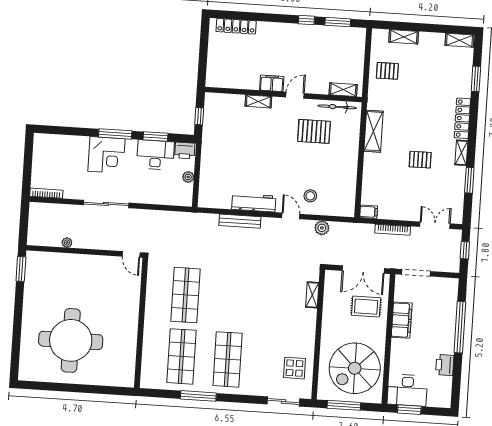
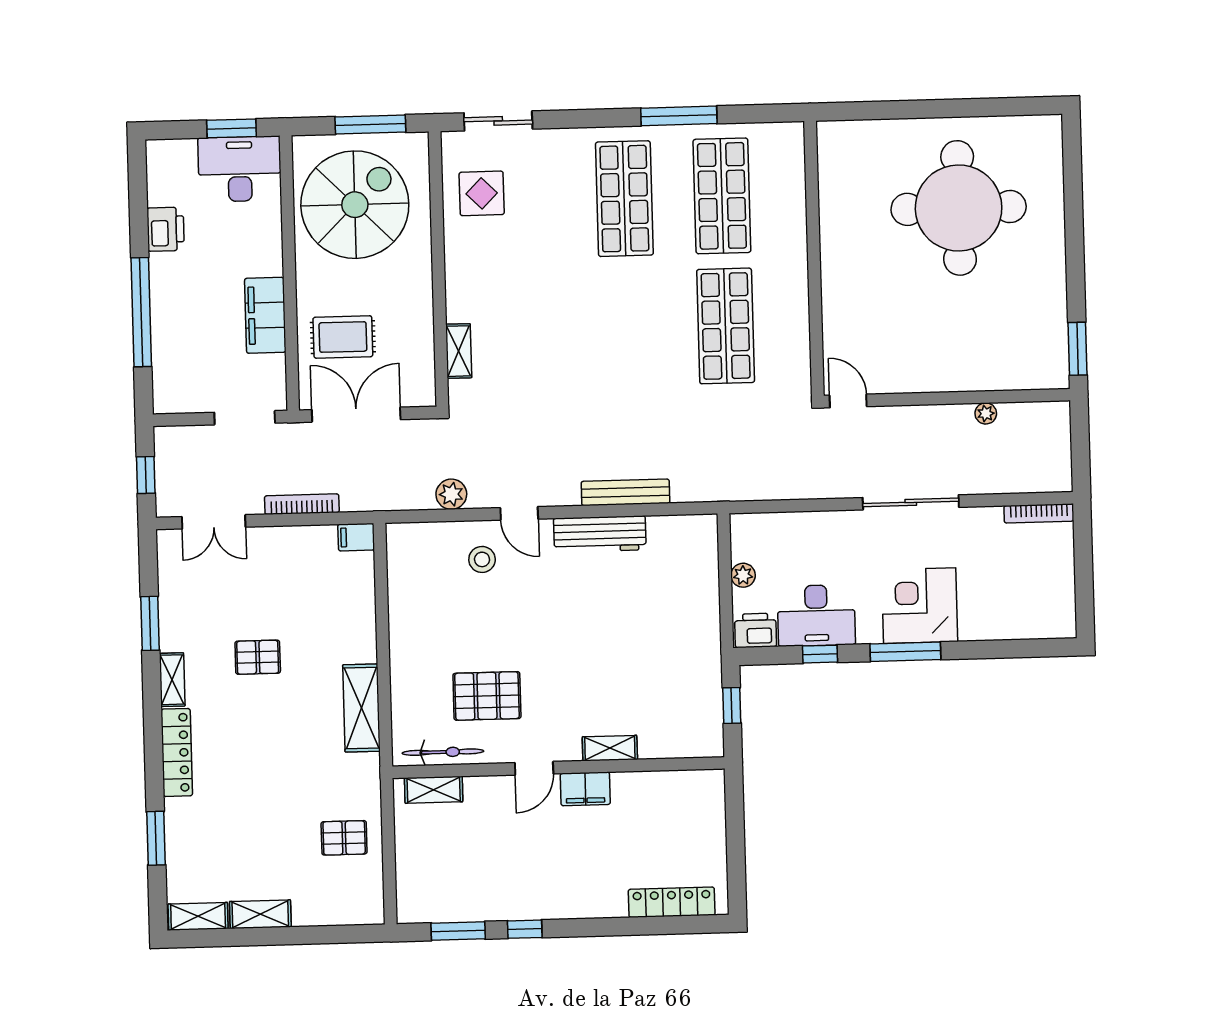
shelving: (404, 37) -> (260, 914), moved
window: (155, 137) -> (820, 654), width x0.67

